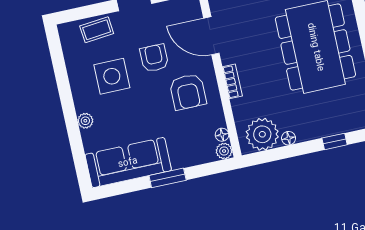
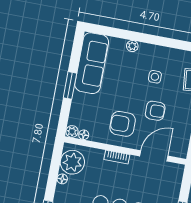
side table: (112, 76) -> (155, 77), width x0.54, depth x0.54

